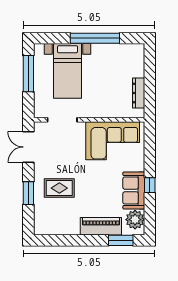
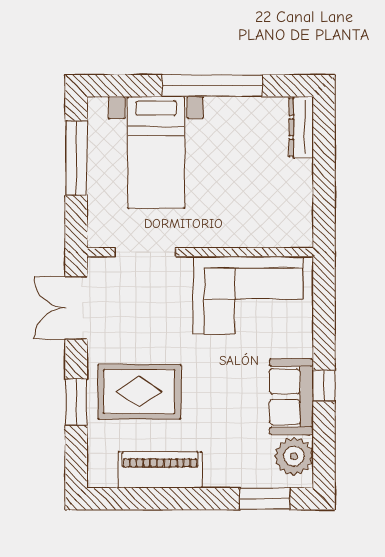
dresser: (139, 93) -> (301, 127), moved
rug: (59, 188) -> (139, 392), width x1.36, depth x1.43
piano: (101, 226) -> (160, 470), moved

